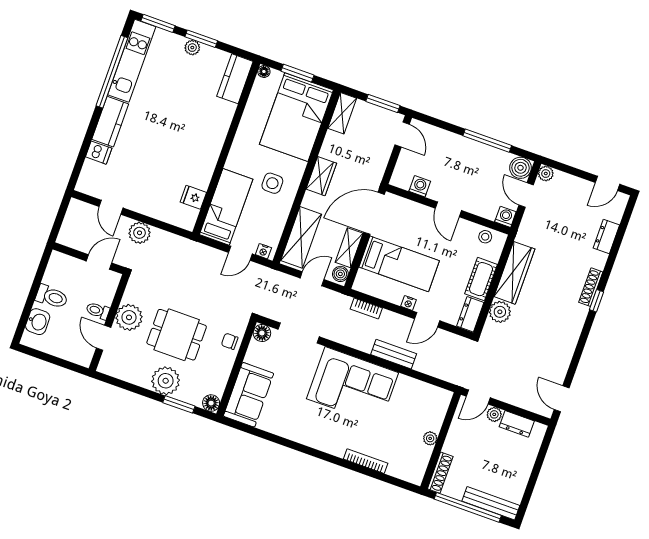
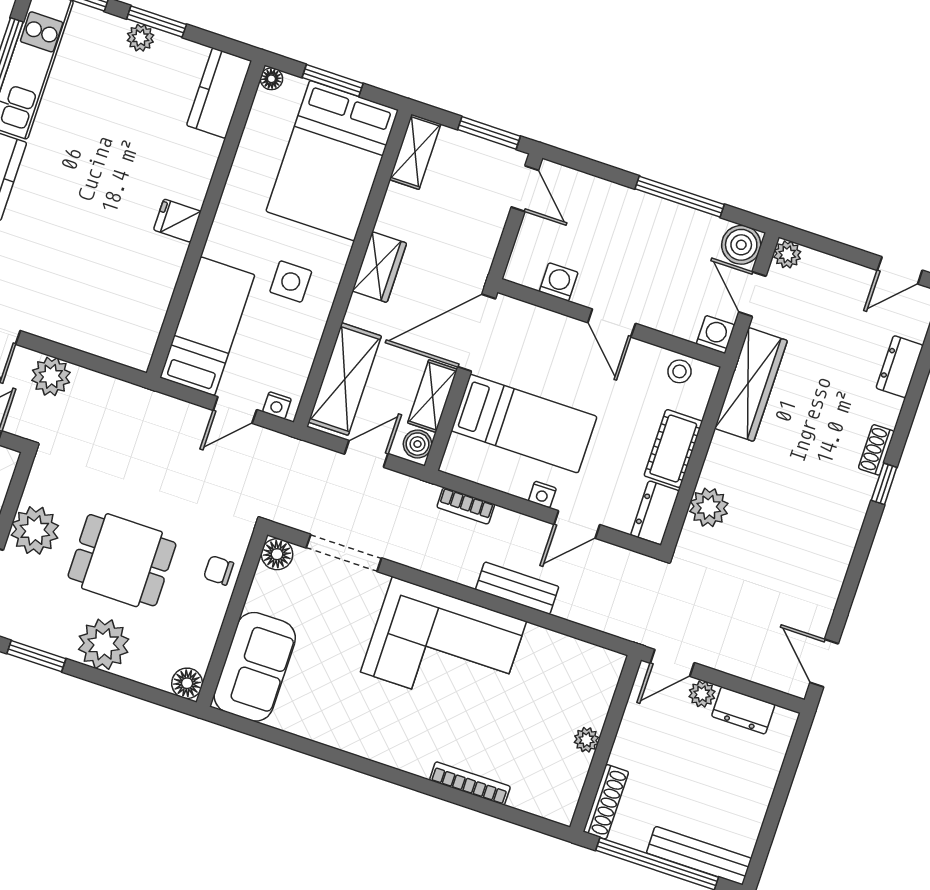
fridge: (193, 197) -> (177, 221), moved
wardrobe: (514, 273) -> (751, 384), moved
shoe rack: (591, 287) -> (876, 450), width x0.70
window: (179, 404) -> (36, 656), moved

